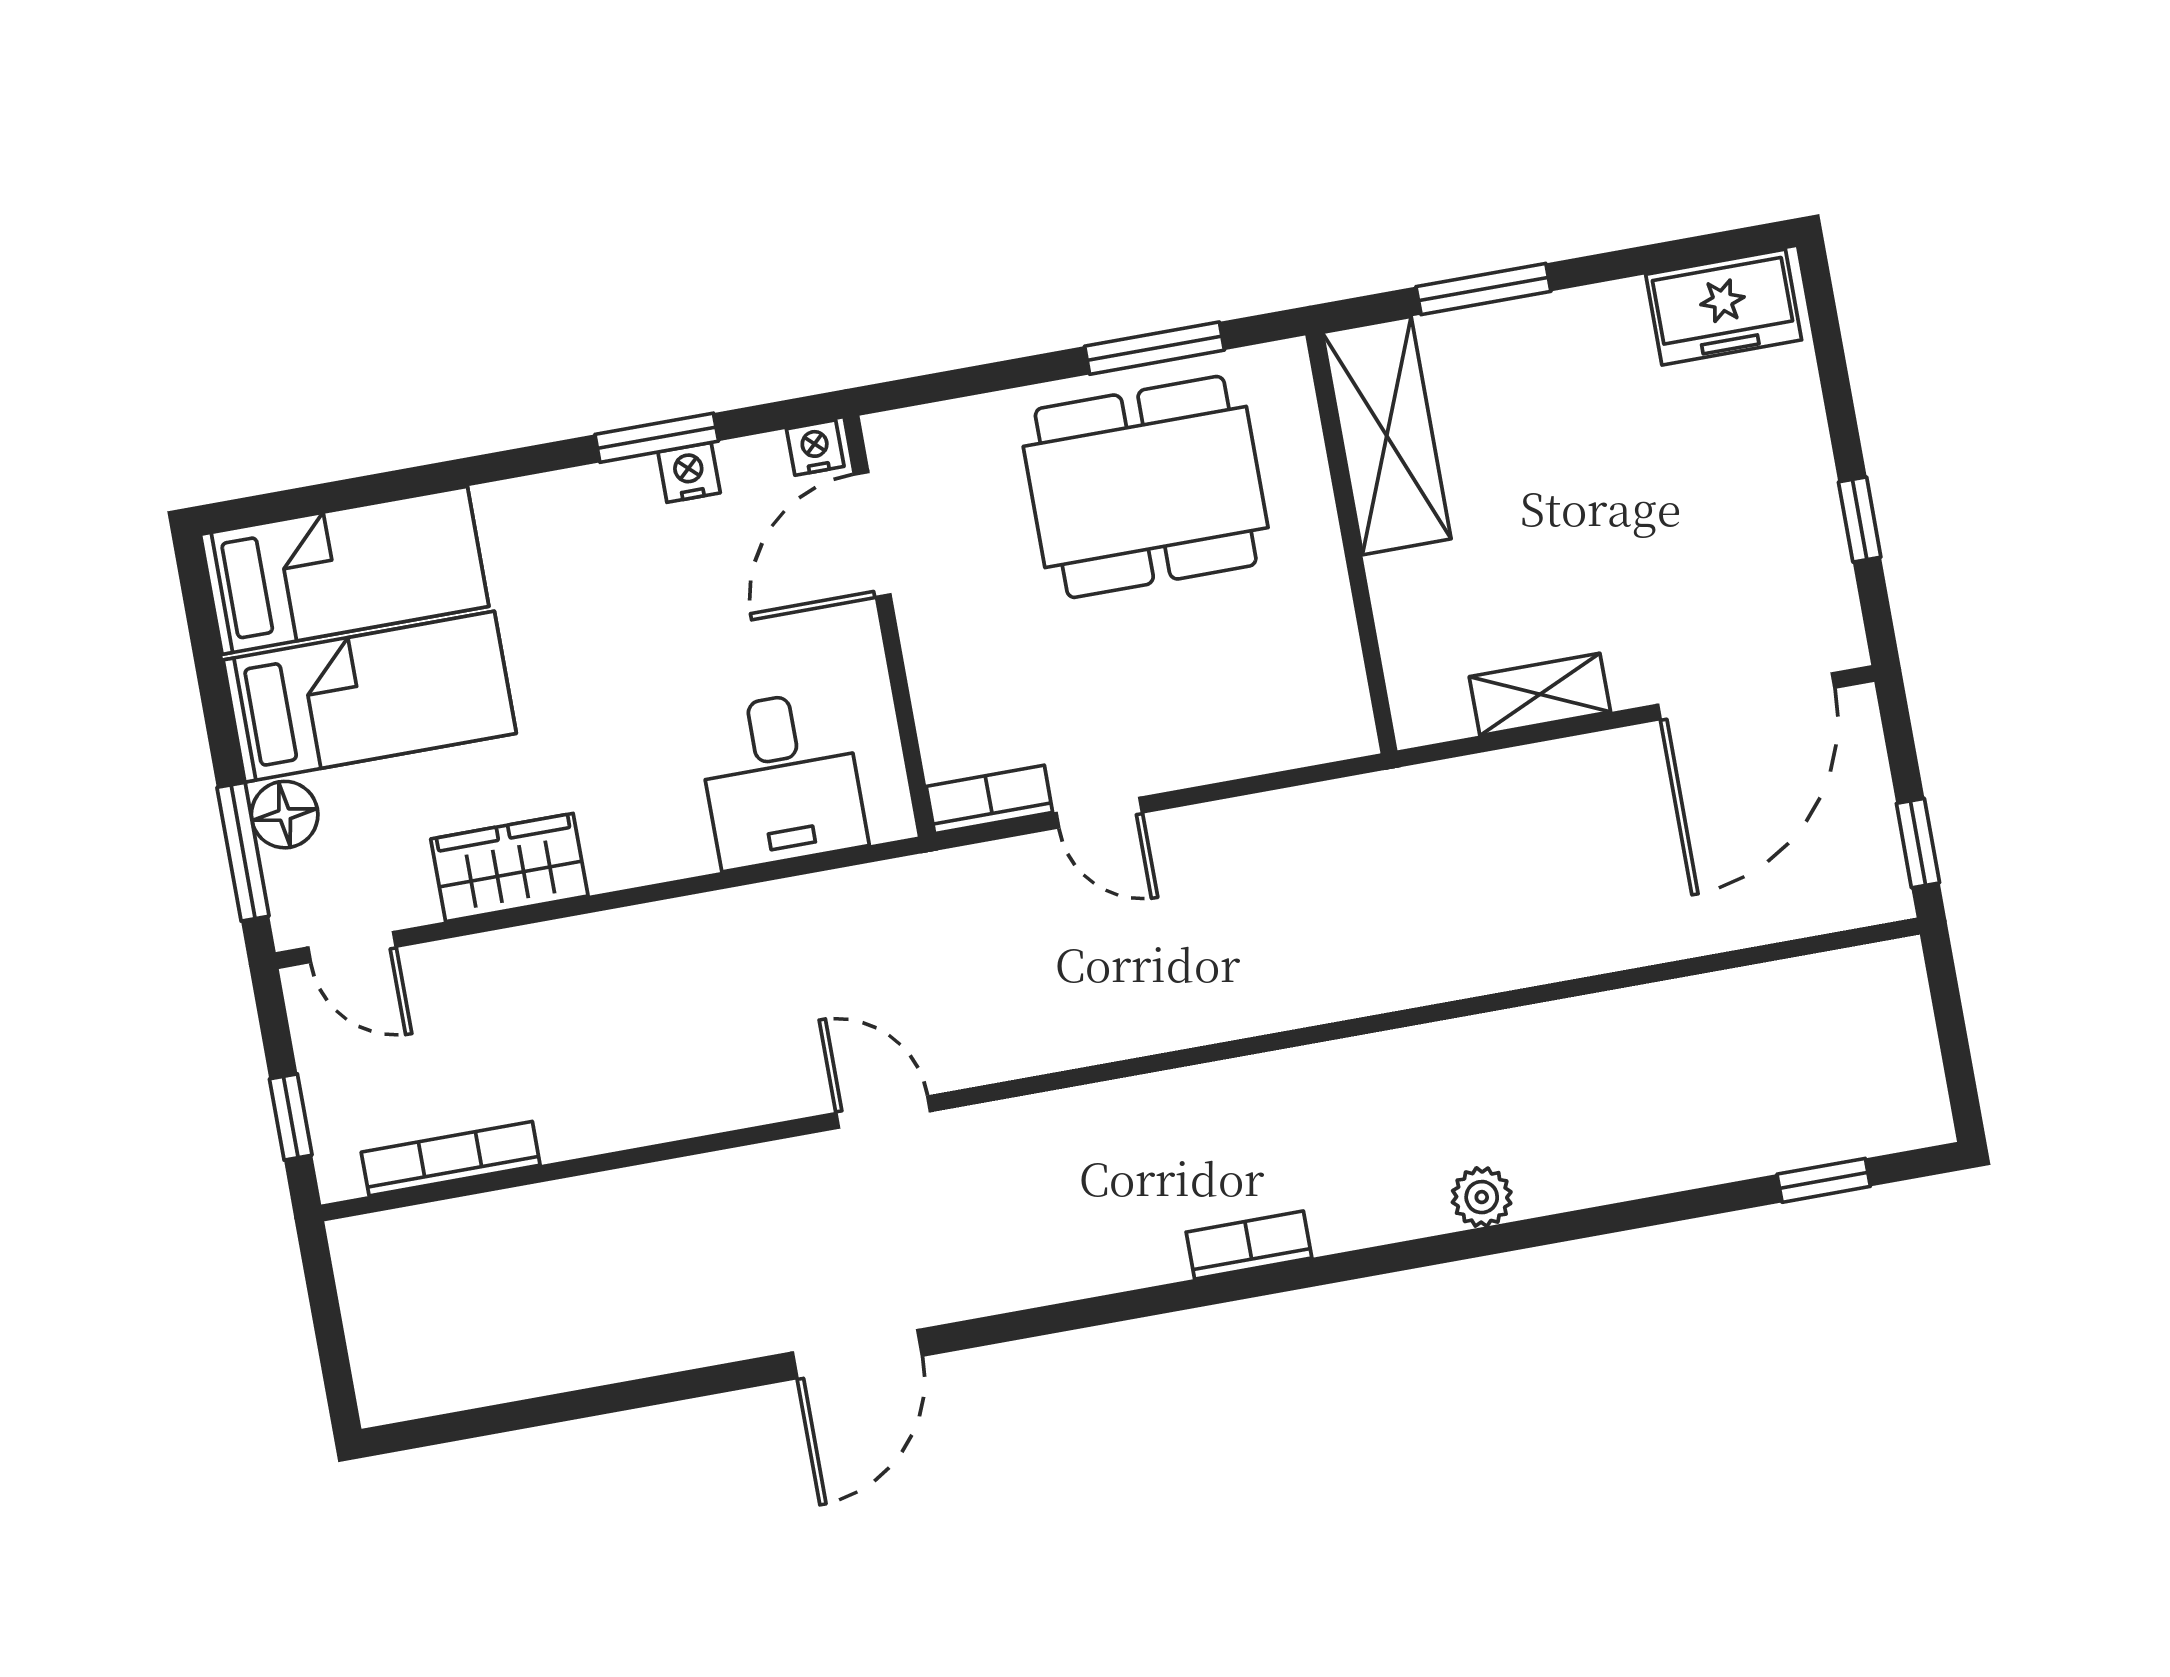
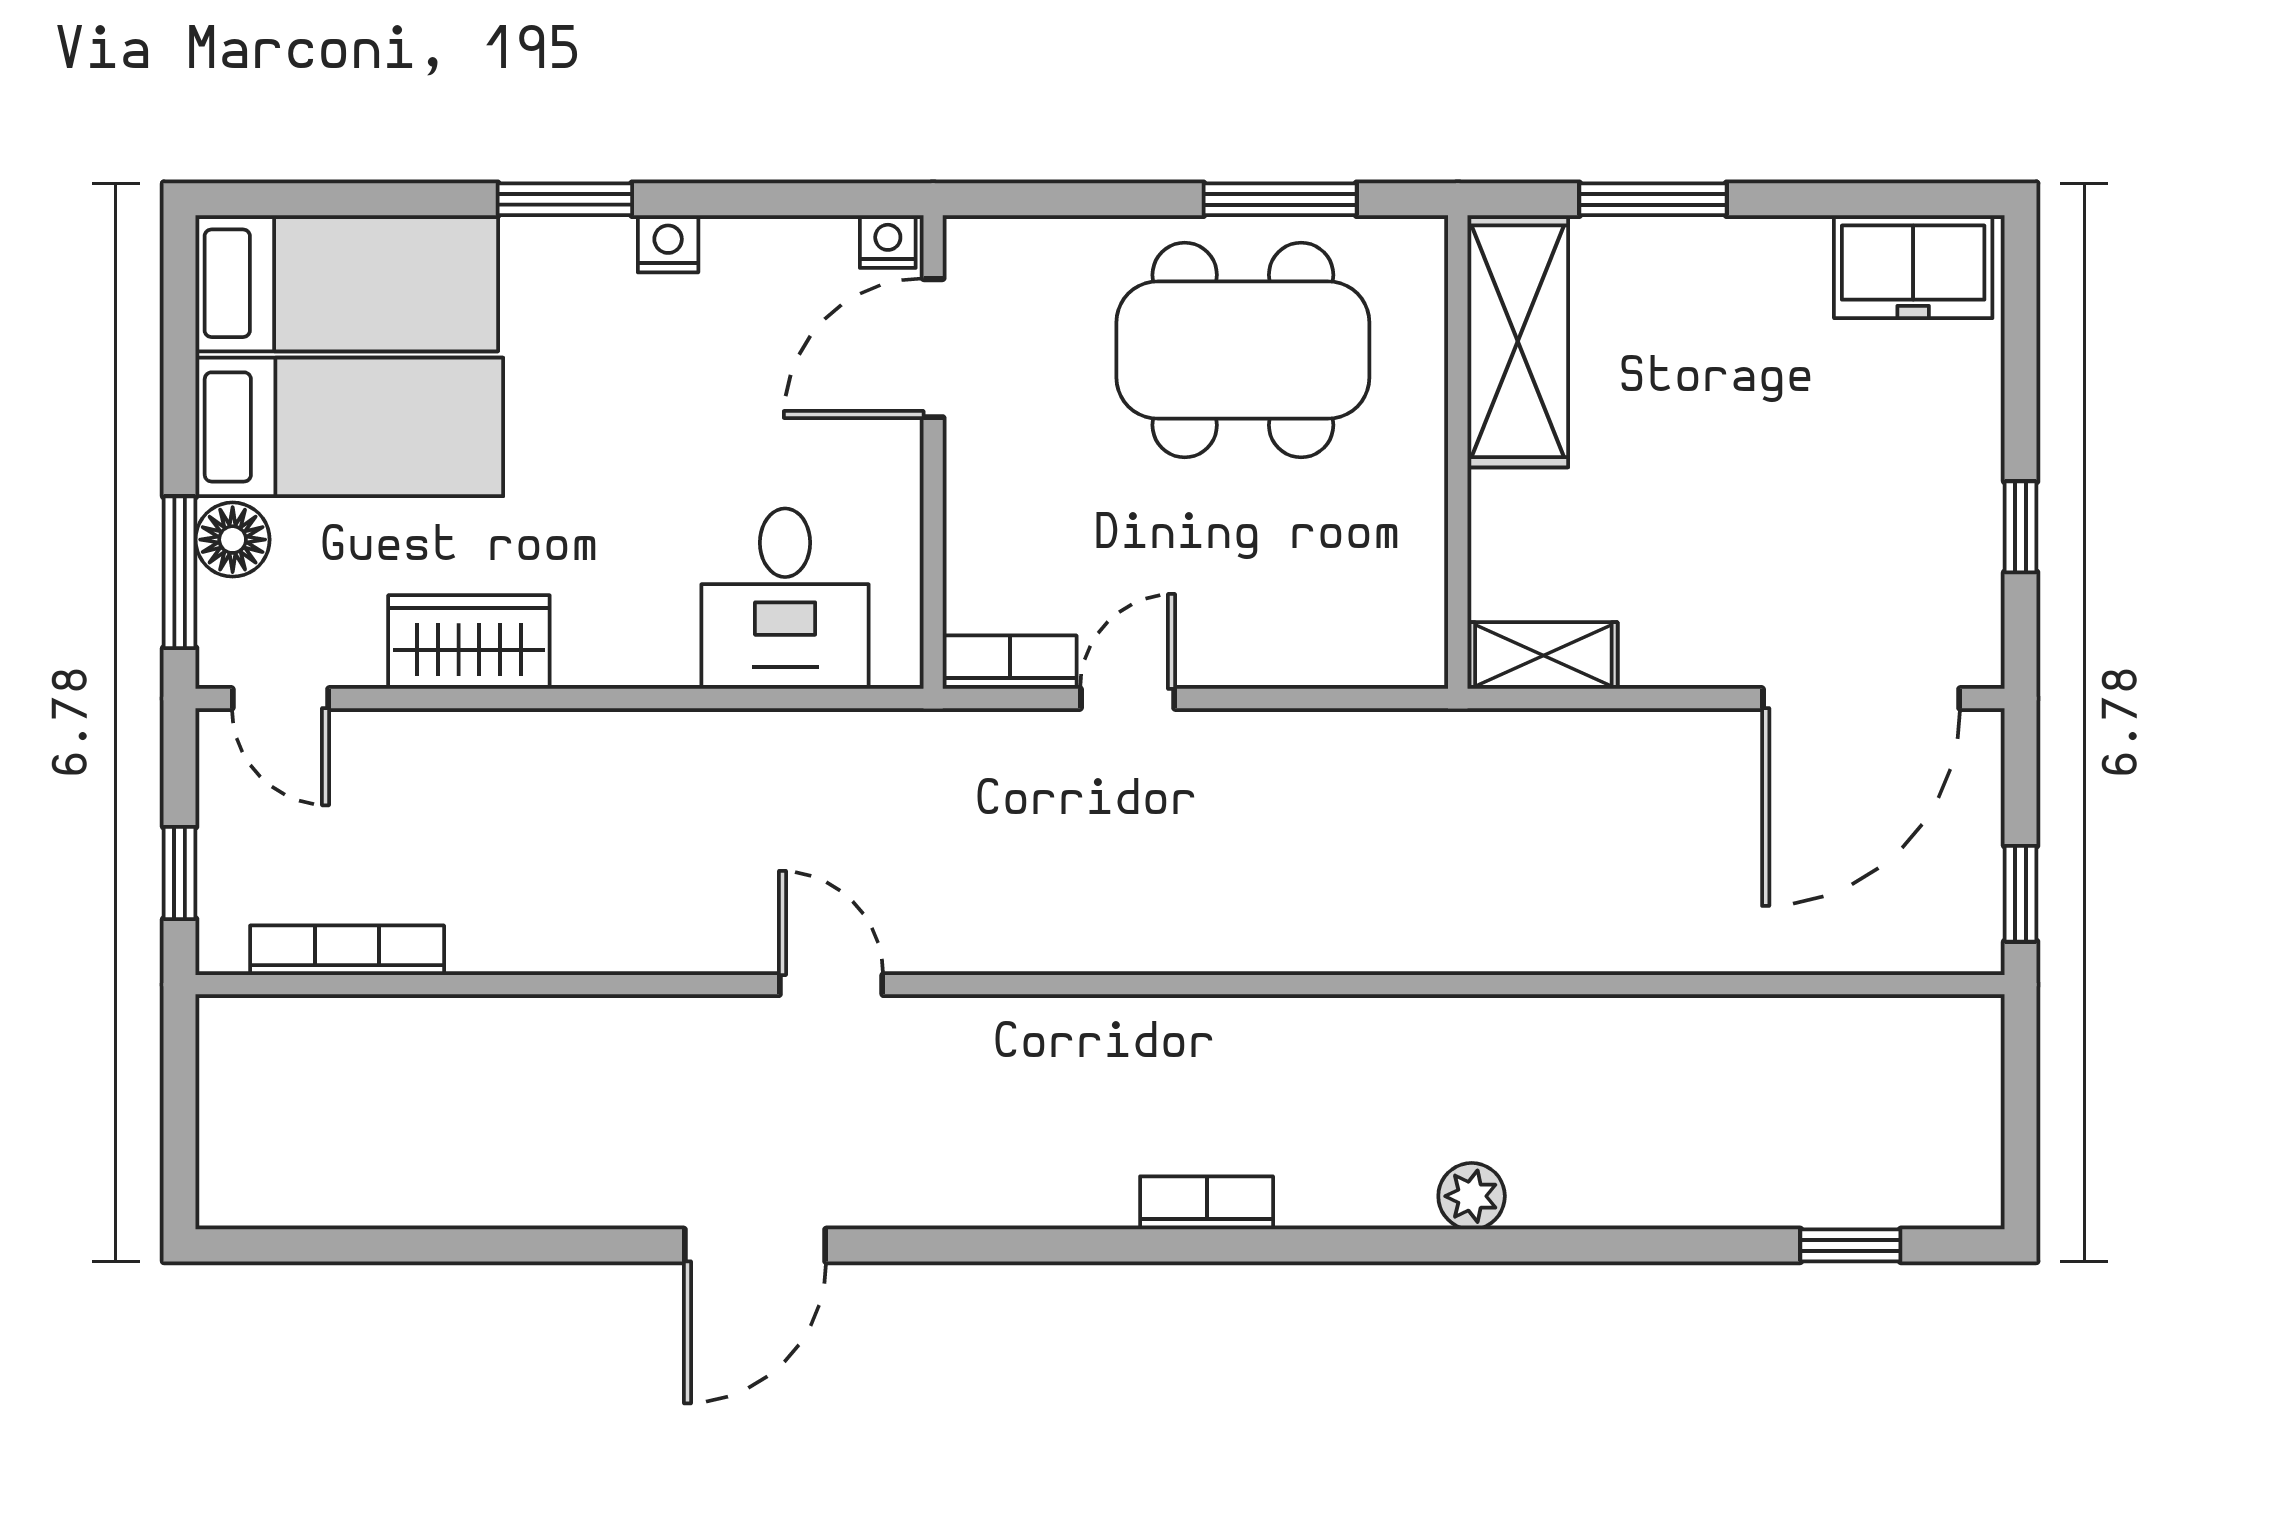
window: (657, 438) -> (565, 199), moved
nightstand: (689, 472) -> (668, 244), moved
shelving: (1540, 694) -> (1543, 656), moved
door: (1099, 813) -> (1128, 698), swing flipped

